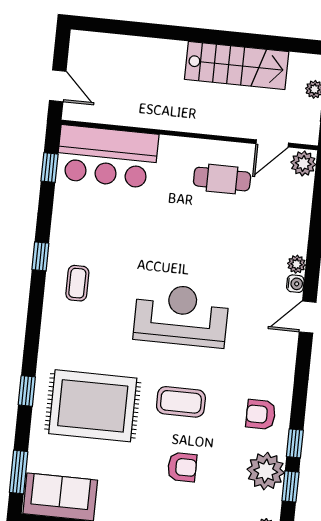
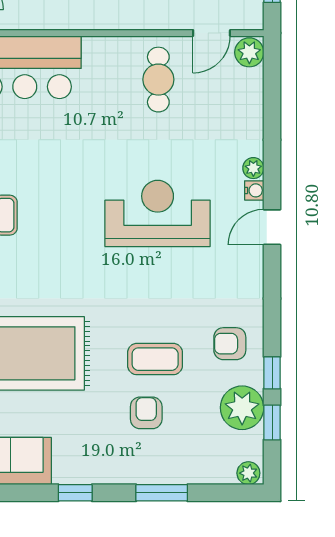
cafe table: (222, 179) -> (158, 80), turned 90
reception desk: (181, 315) -> (158, 213), moved
coffee table: (181, 402) -> (155, 359), moved
armchair: (182, 467) -> (146, 413), turned -90

